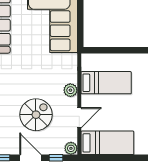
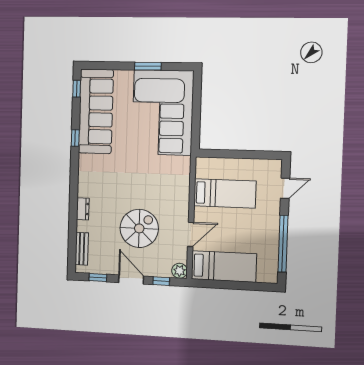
plant: (70, 90) -> (181, 201), removed

